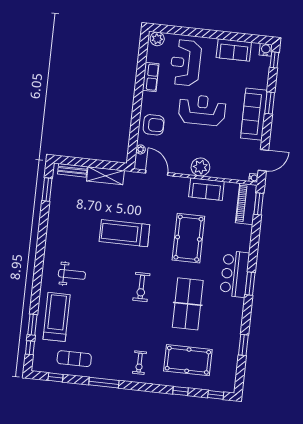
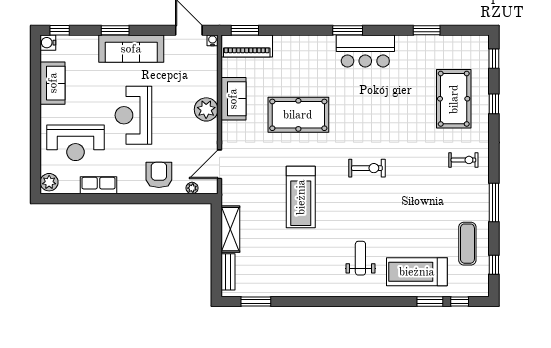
bar counter: (235, 274) -> (365, 51), moved
table tennis table: (188, 304) -> (382, 107), removed

